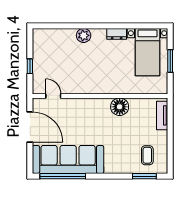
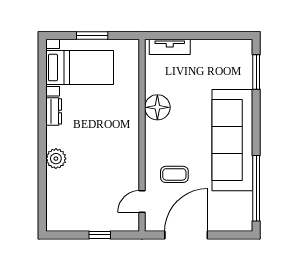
coffee table: (147, 155) -> (174, 174), moved
sofa: (68, 160) -> (232, 140), moved

